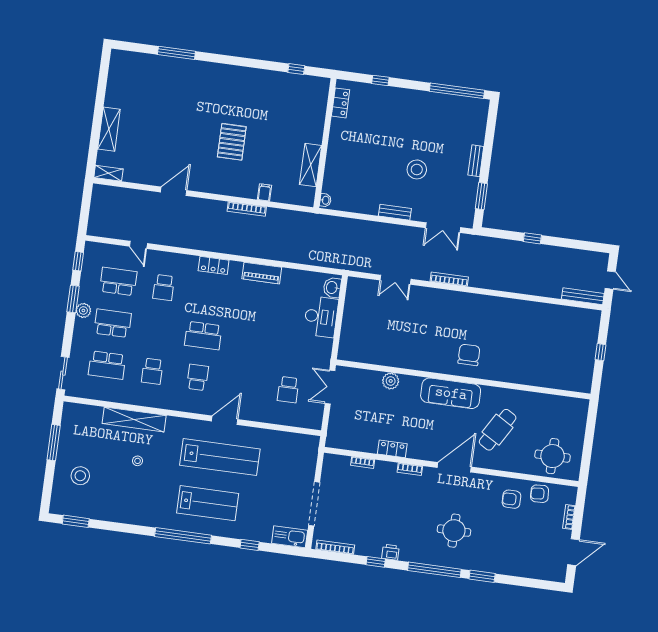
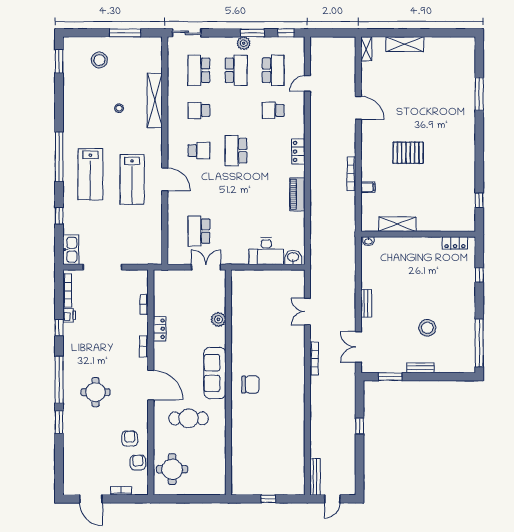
stool: (417, 169) -> (427, 328), moved
school desk: (288, 390) -> (199, 231), width x1.85
cafe table: (498, 430) -> (189, 418), turned -31
lab bench: (220, 457) -> (132, 180), width x0.73
printer: (391, 552) -> (69, 315), moved

